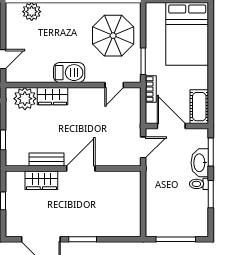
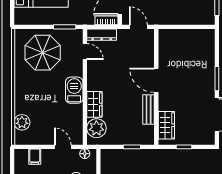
bookcase: (151, 89) -> (106, 20), moved
dresser: (134, 105) -> (102, 35), added
wardrobe: (41, 180) -> (166, 125), moved

